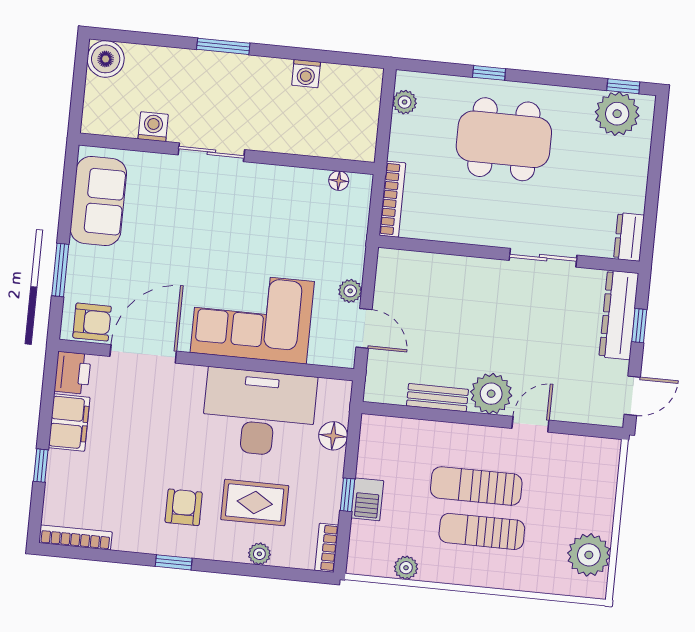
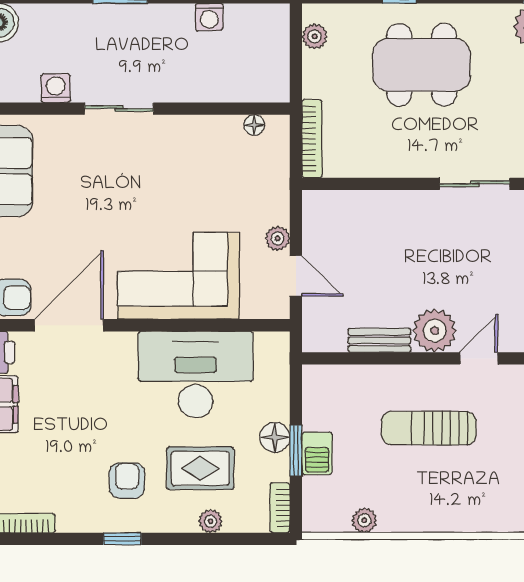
floor lamp: (333, 436) -> (275, 437), moved
window: (347, 495) -> (296, 451), width x1.50
sun lounger: (482, 531) -> (439, 475), removed

